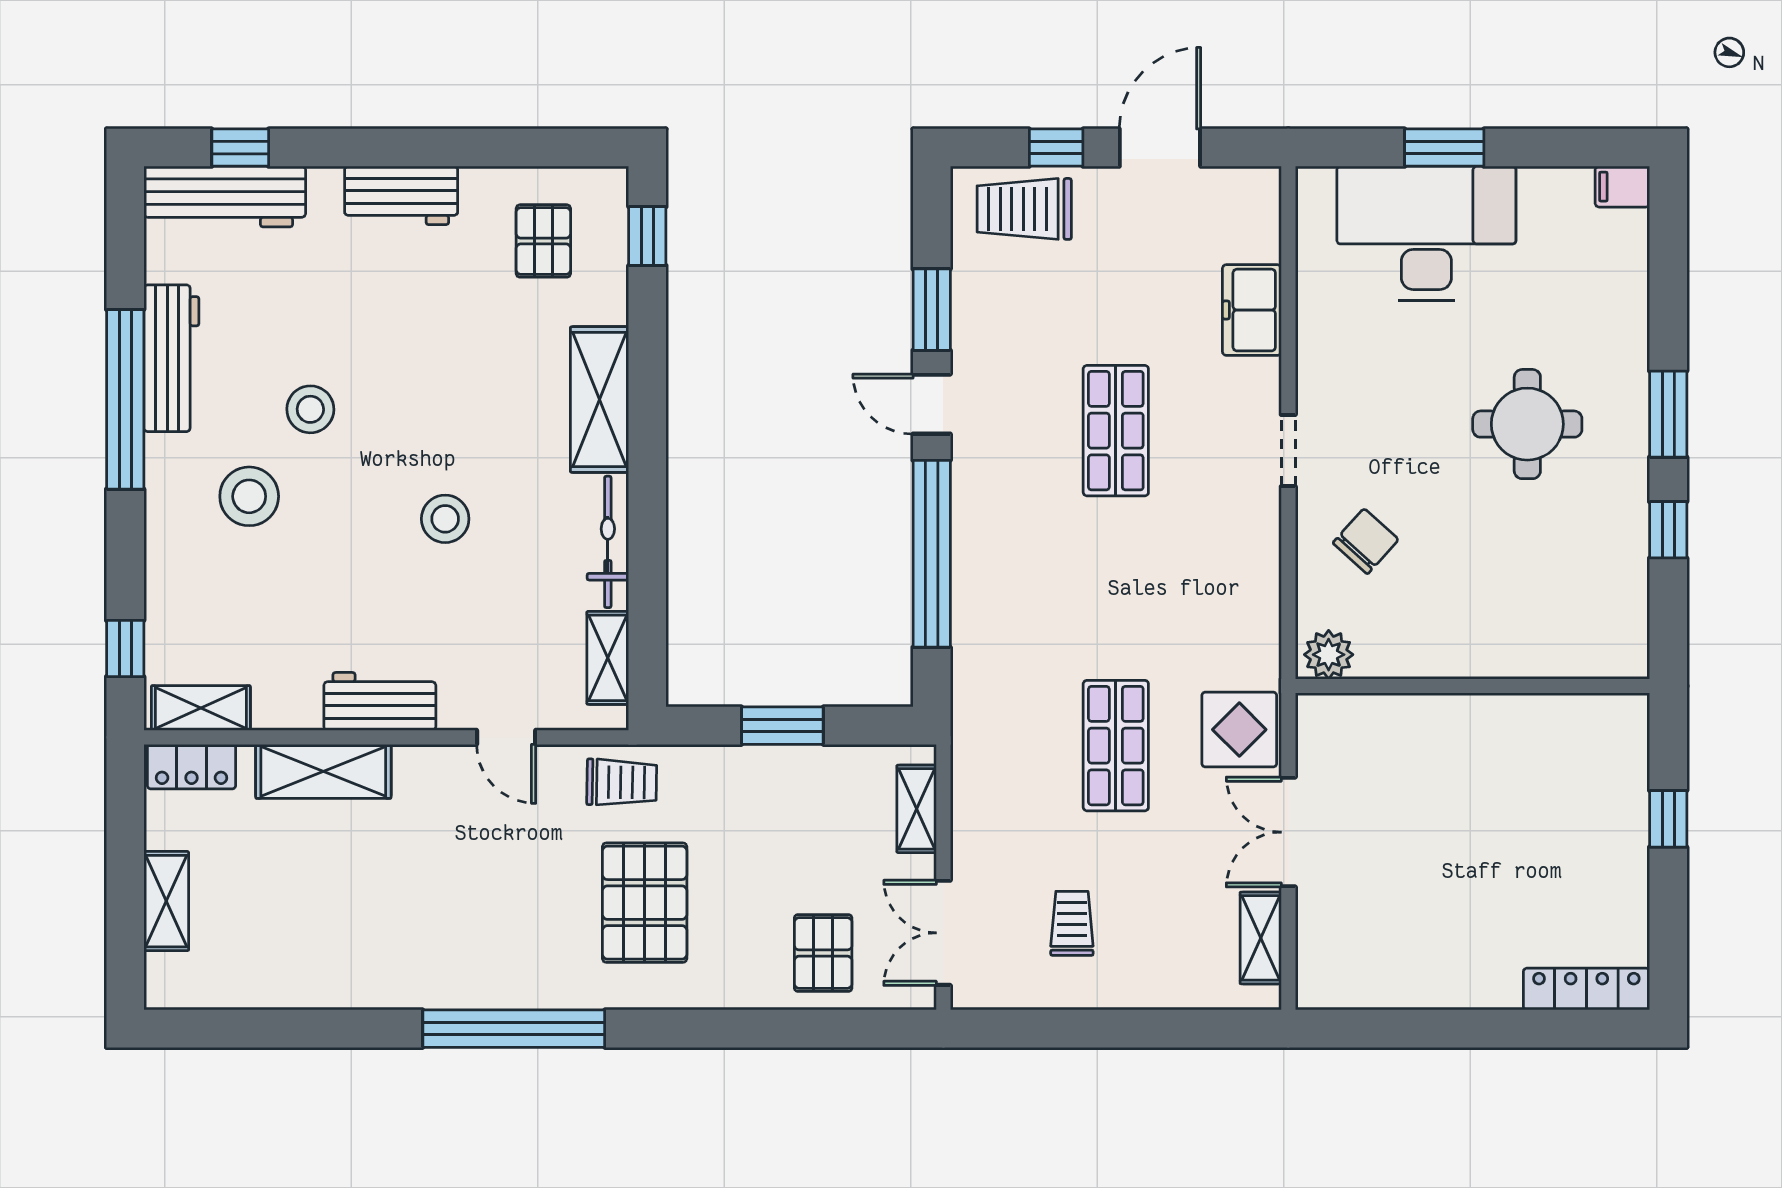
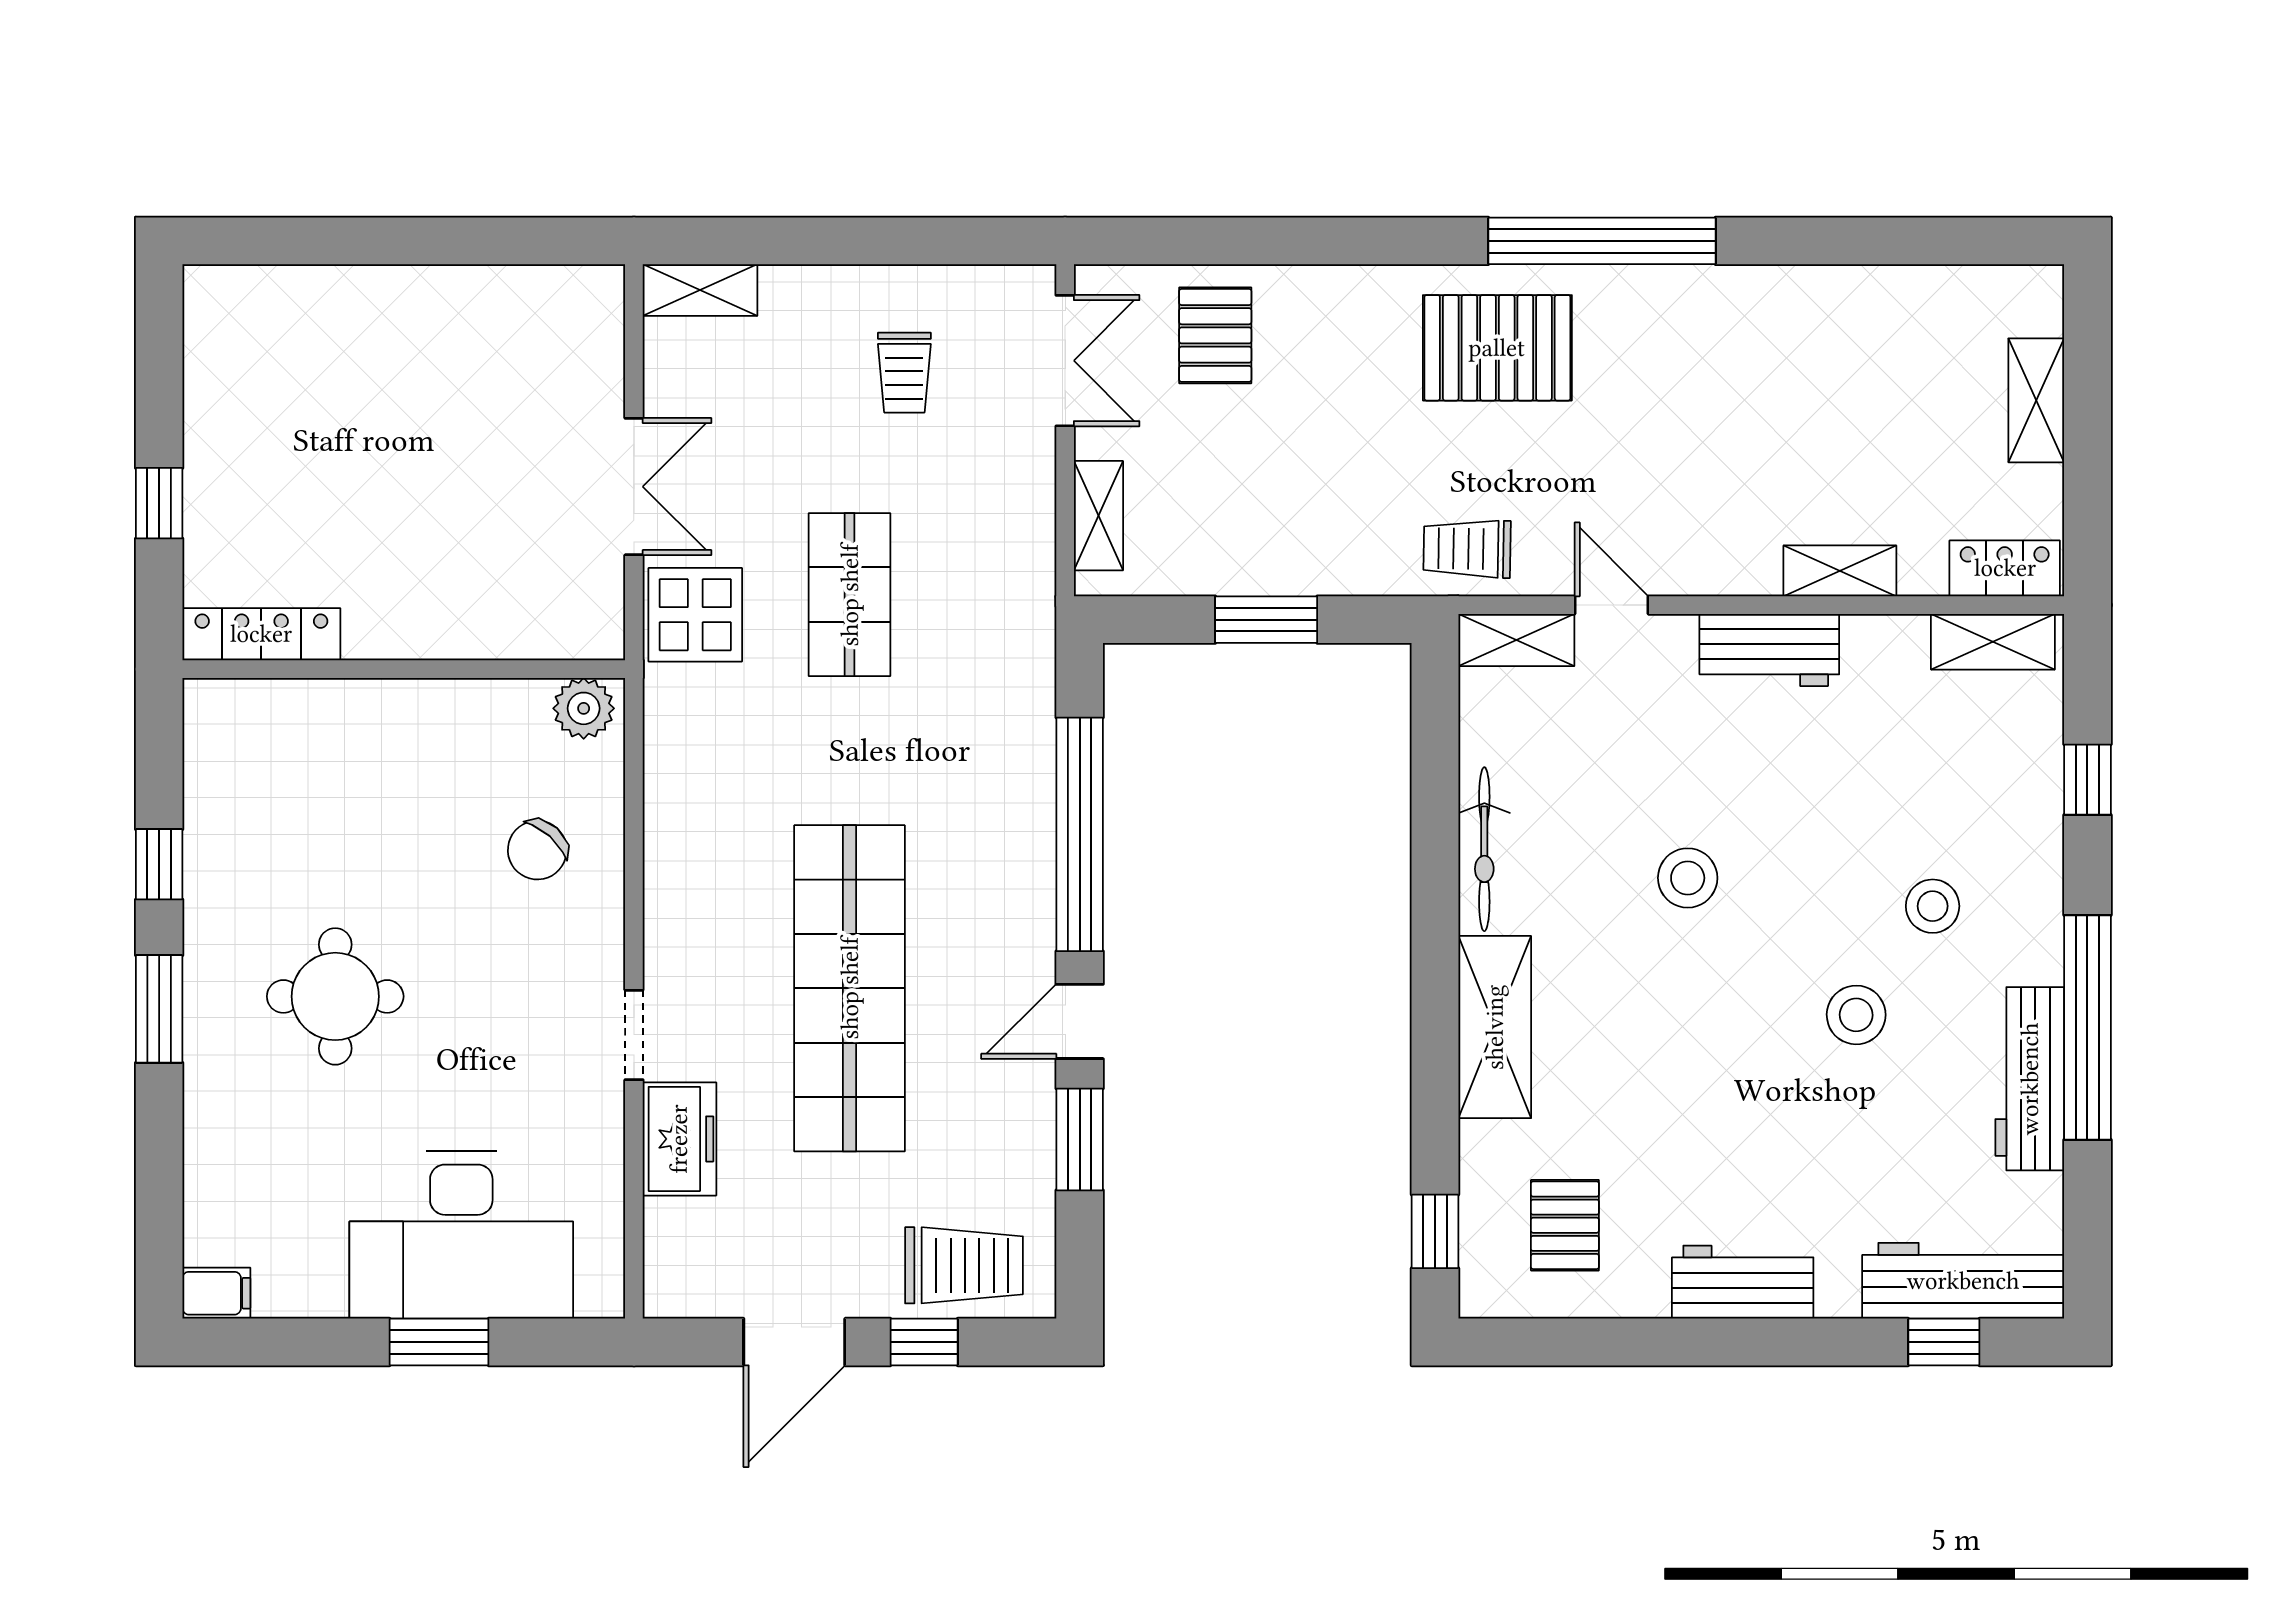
door: (932, 404) -> (1080, 1021), swing flipped
shop shelf: (1116, 431) -> (850, 988), width x2.00, depth x1.36
doorway: (1288, 451) -> (634, 1035), moved
stool: (249, 496) -> (1933, 906), width x0.73, depth x0.73
window: (125, 648) -> (2087, 780), moved
shelving: (608, 658) -> (1516, 640), moved, turned 90
shelving: (323, 771) -> (1840, 571), width x0.67, depth x0.75
pallet: (645, 903) -> (1497, 348), moved, turned 90
shelving: (1261, 938) -> (700, 290), moved, turned 90
locker: (1586, 989) -> (261, 634), moved, turned 180

